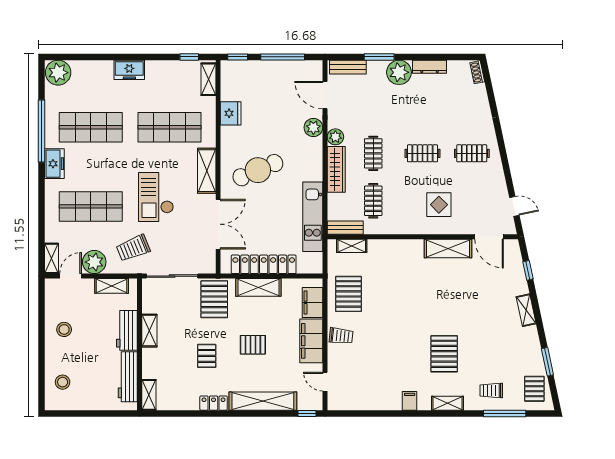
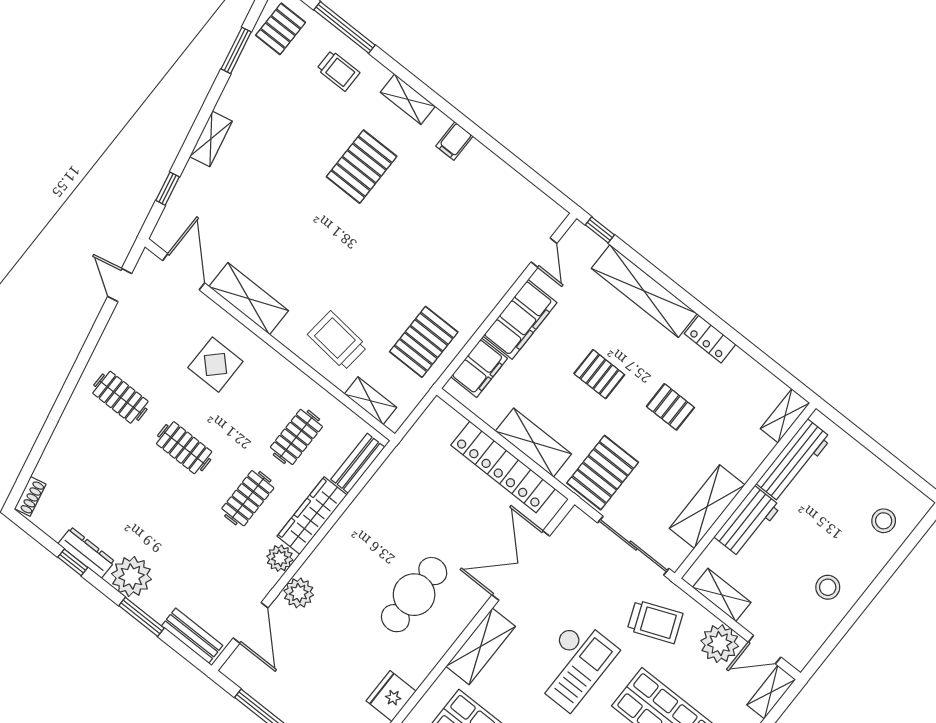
window: (432, 57) -> (73, 562), added
cafe table: (258, 170) -> (414, 595), turned -67
kitchen unit: (313, 217) -> (391, 478), removed
bench: (345, 228) -> (358, 463), moved, turned 90
shelving: (149, 331) -> (707, 507), width x1.50, depth x1.33
trolley: (341, 336) -> (337, 341), moved, width x1.36, depth x1.39
pallet: (207, 356) -> (670, 407), turned 90

